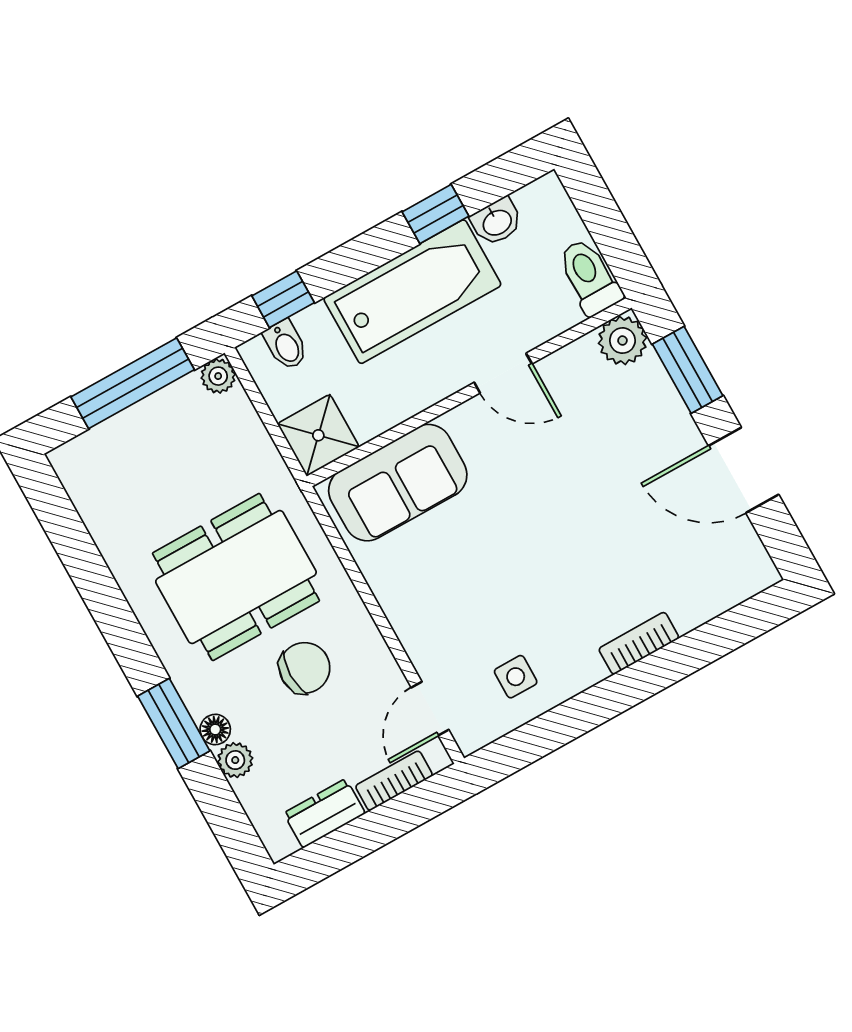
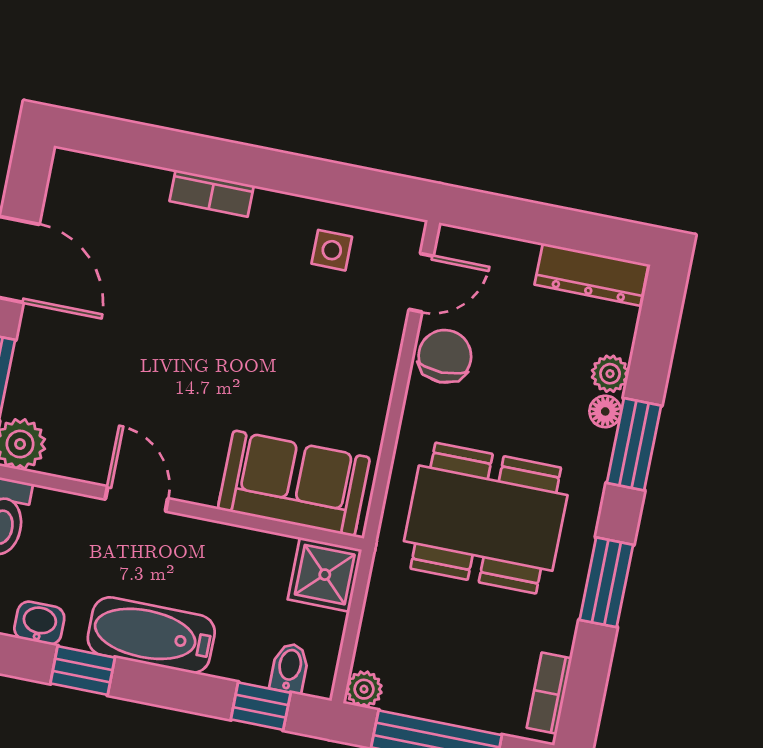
bathtub: (412, 292) -> (151, 635), width x0.73, depth x0.73
window: (108, 605) -> (606, 582), added
chair: (305, 668) -> (445, 356), moved, turned 90
bookcase: (394, 781) -> (549, 693), moved, turned 90
dresser: (324, 813) -> (592, 275), width x1.44

